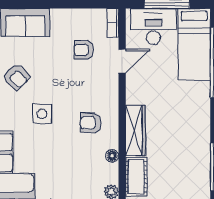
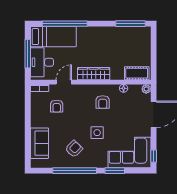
door: (122, 61) -> (64, 82), hinge flipped
wardrobe: (135, 130) -> (94, 74), moved

